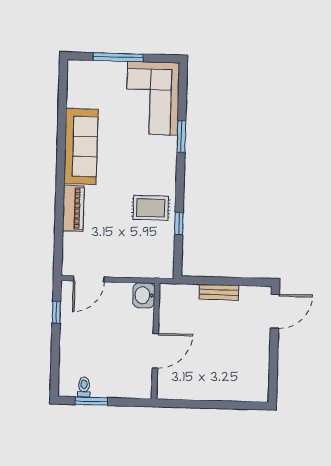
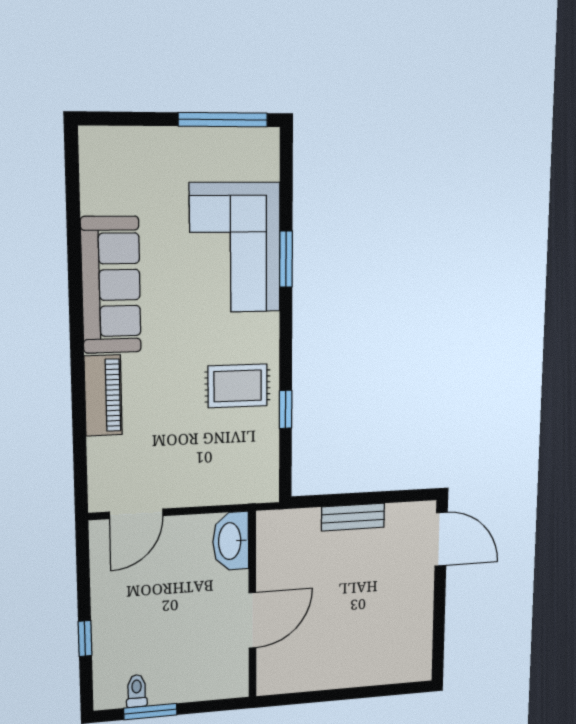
window: (118, 57) -> (223, 120), moved
corner sofa: (153, 98) -> (235, 248), moved
washbasin: (144, 295) -> (231, 541), width x1.38
door: (275, 311) -> (441, 539), hinge flipped
window: (56, 312) -> (85, 638), moved

